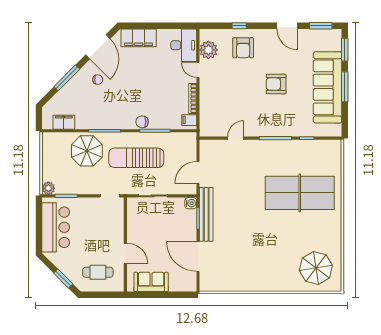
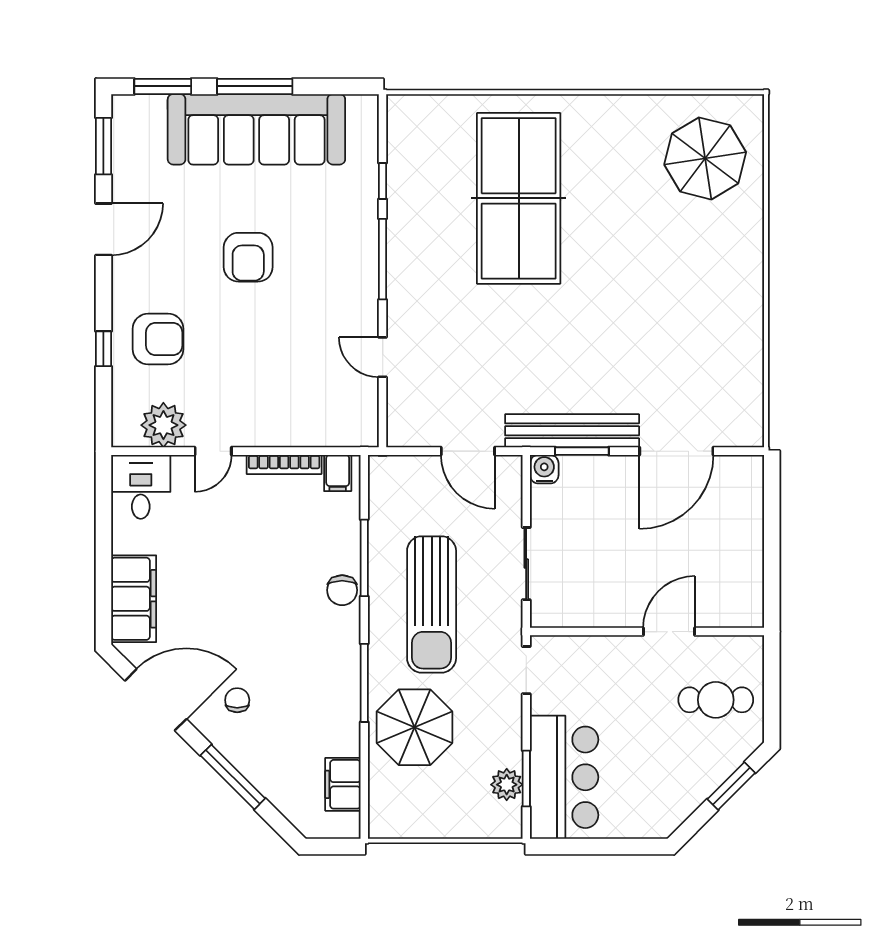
desk: (184, 45) -> (141, 487), width x0.73
plant: (48, 188) -> (507, 785), moved
bar counter: (56, 227) -> (564, 777), moved, turned 90
cafe table: (98, 272) -> (716, 700), turned 90
sofa: (151, 282) -> (740, 568), removed

